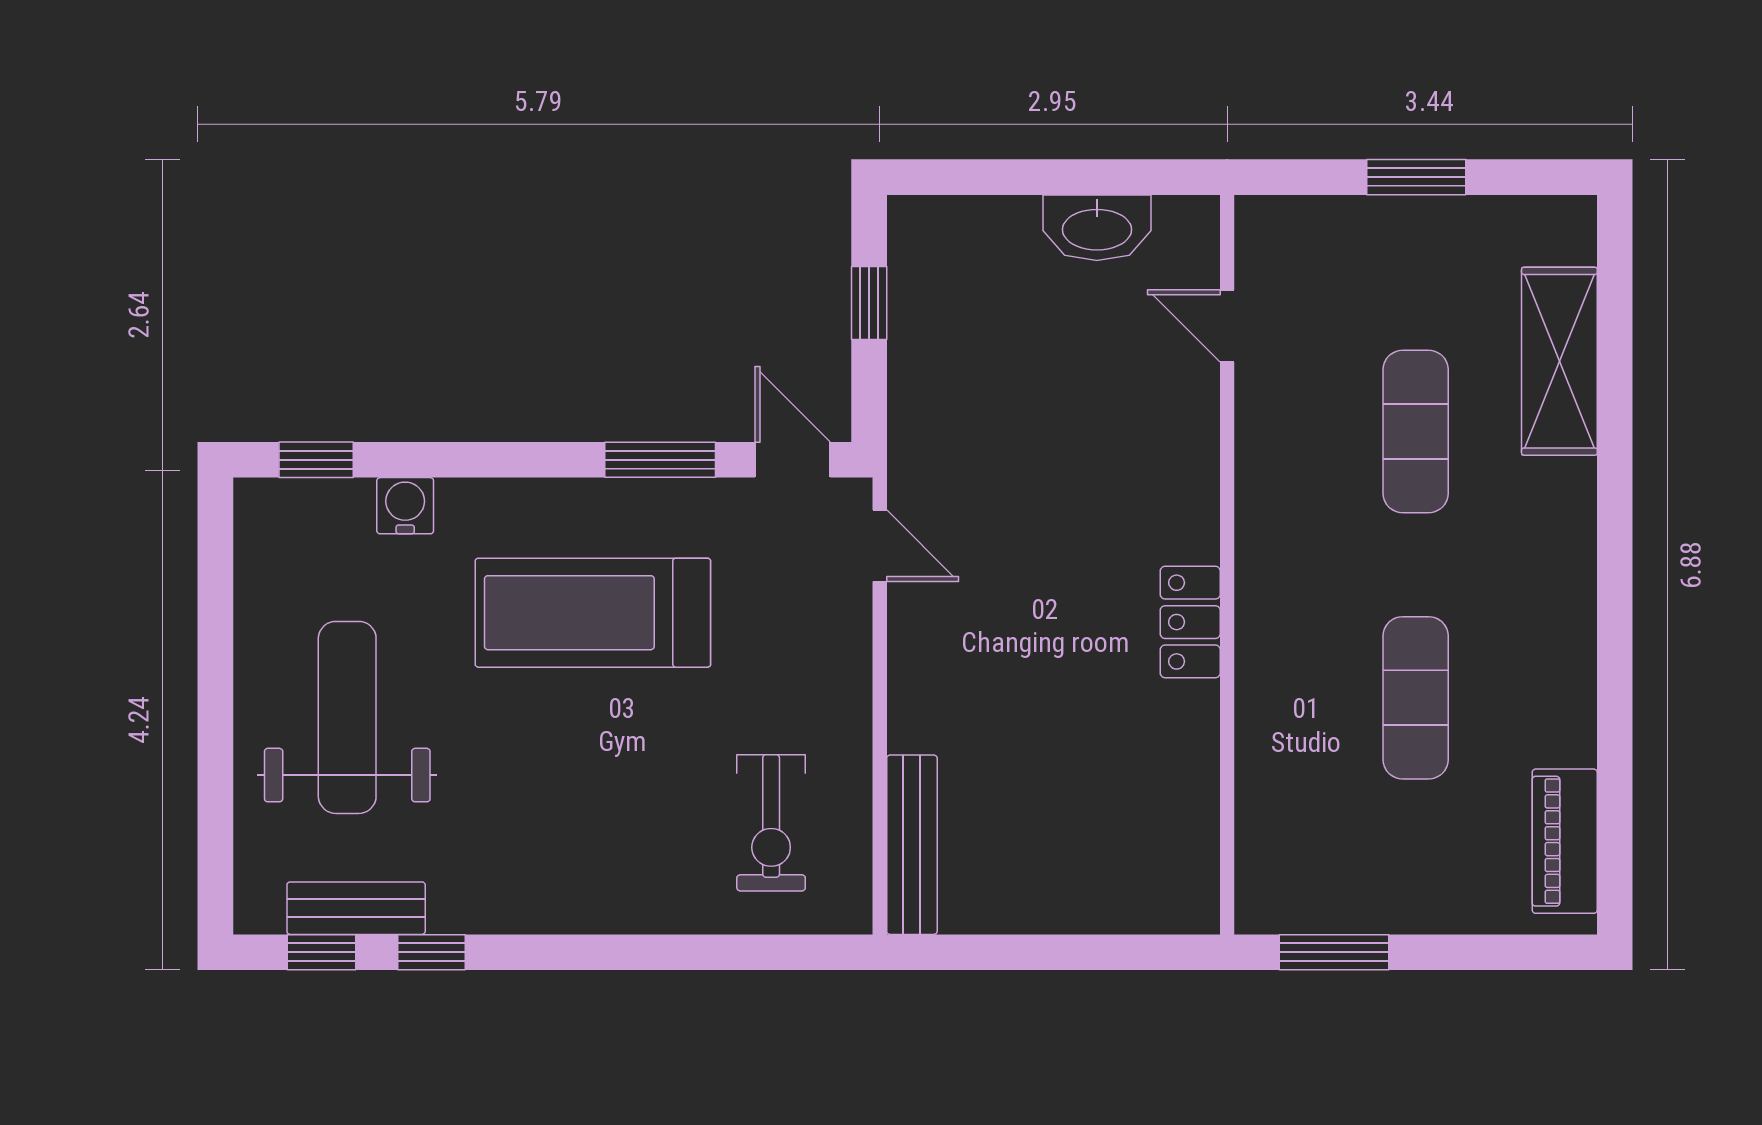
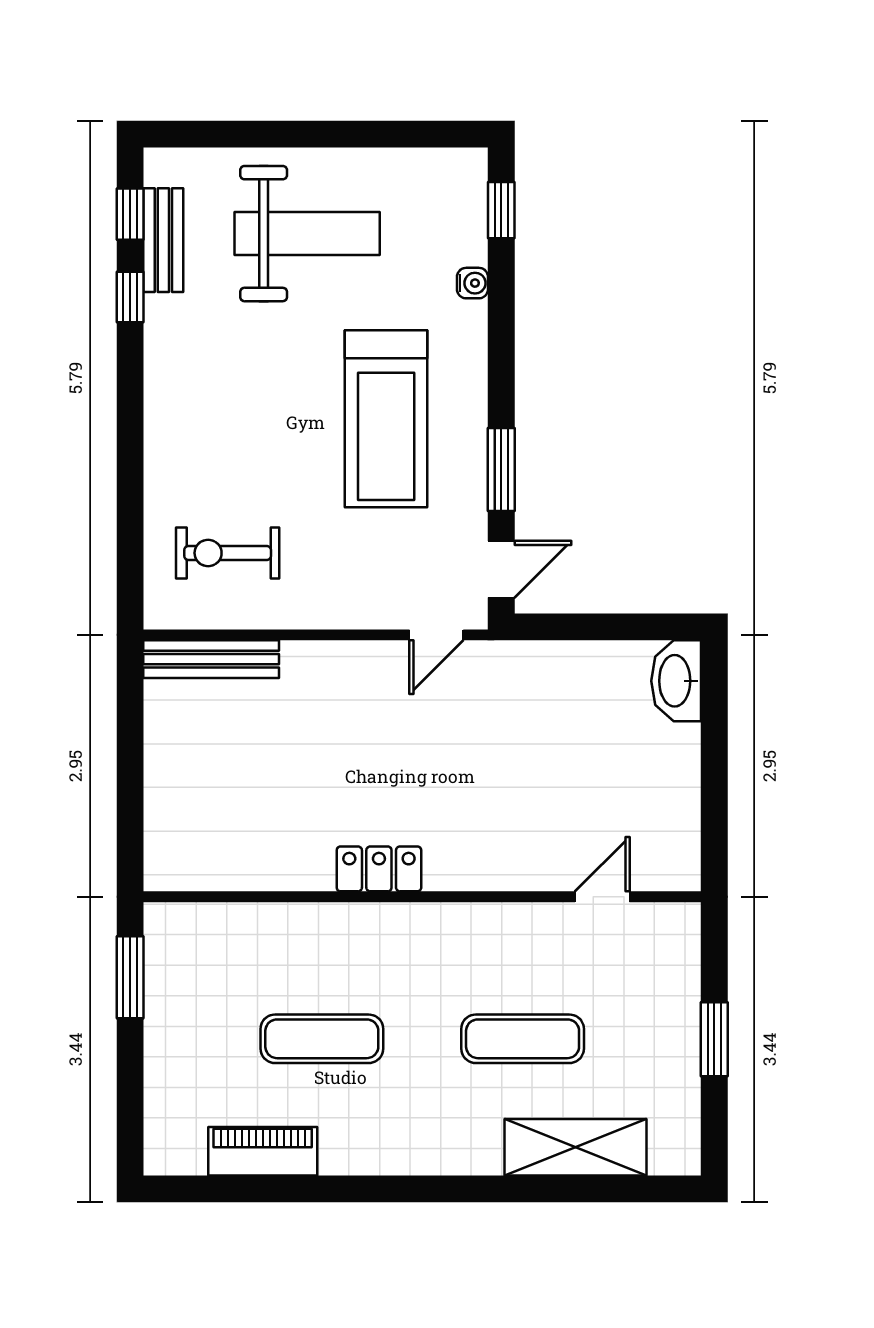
washbasin: (1097, 228) -> (676, 681), moved
window: (869, 303) -> (619, 627), removed
water cooler: (405, 506) -> (473, 283), width x0.72, depth x0.72
treadmill: (593, 613) -> (386, 419), turned 180
piano: (1565, 841) -> (263, 1151), moved

